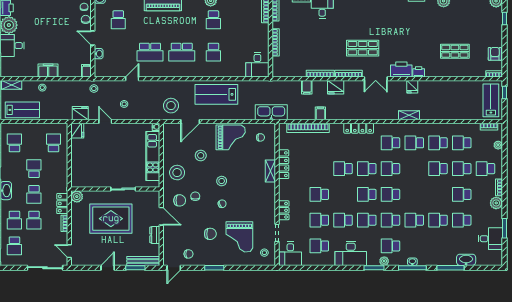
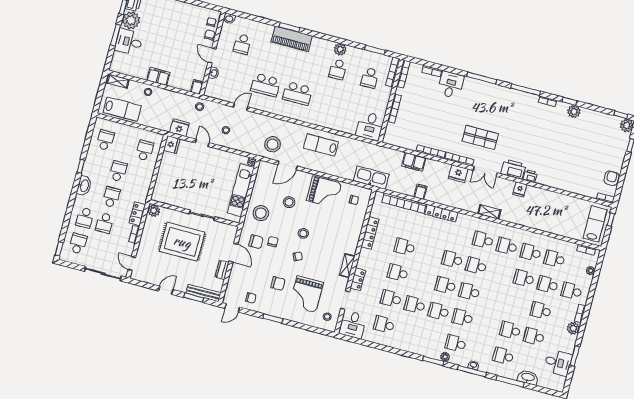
shop shelf: (455, 51) -> (572, 165), removed
school desk: (213, 52) -> (370, 78), moved
filing cabinet: (307, 87) -> (414, 162), width x2.00
fridge: (336, 87) -> (458, 174), moved
lab bench: (216, 94) -> (321, 145), width x0.73, depth x0.72
shelving: (409, 115) -> (489, 212), moved
locker: (359, 128) -> (441, 213), moved
school desk: (343, 169) -> (405, 247), moved
shelving: (270, 171) -> (347, 266), moved
school desk: (34, 194) -> (111, 197), turned 180
school desk: (414, 220) -> (503, 356), moved
school desk: (14, 246) -> (78, 244), turned 180
desk: (351, 253) -> (414, 340), removed

